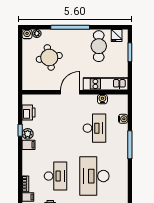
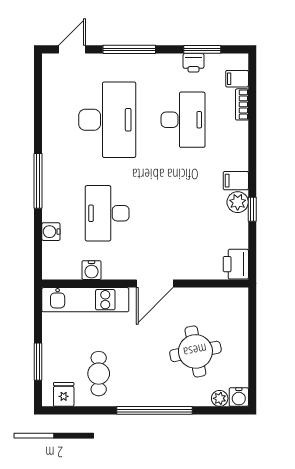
cafe table: (99, 46) -> (99, 374), width x0.73, depth x0.74
printer: (29, 113) -> (236, 264), moved
desk: (56, 176) -> (183, 120), turned 180

